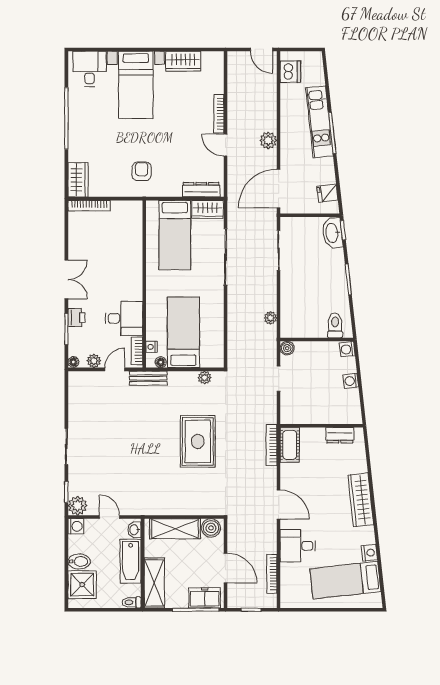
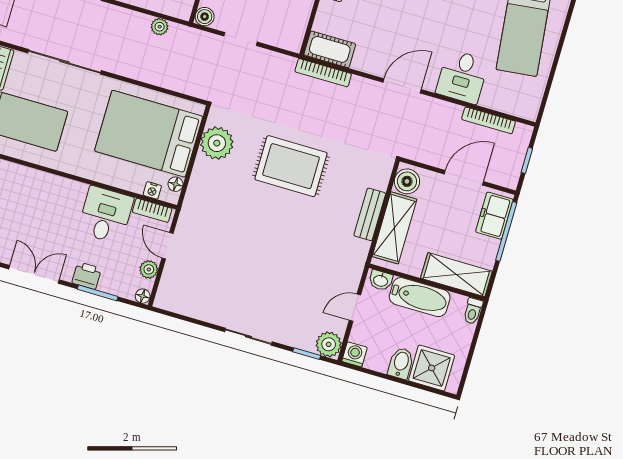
bed: (183, 332) -> (149, 134), width x1.50
bench: (148, 378) -> (370, 214), moved
plant: (205, 378) -> (217, 143), width x1.87, depth x1.87

